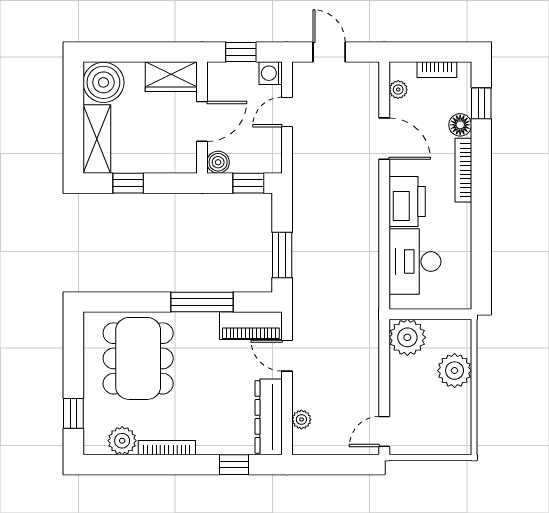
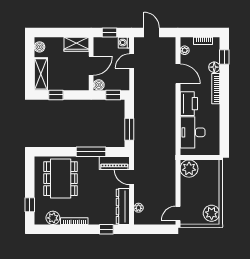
boiler: (103, 82) -> (40, 47), width x0.54, depth x0.54
plant: (455, 371) -> (212, 213), moved

